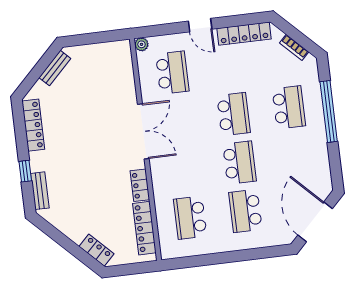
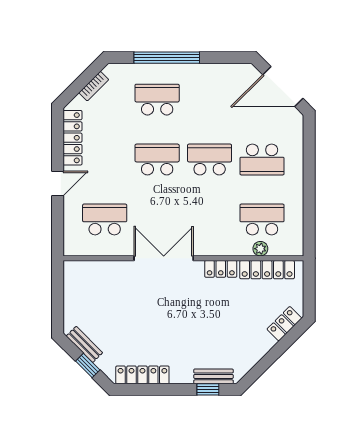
plant: (141, 44) -> (260, 249), moved
window: (36, 73) -> (88, 366), added
window: (25, 171) -> (208, 389), moved
school desk: (190, 218) -> (262, 219), turned 180

